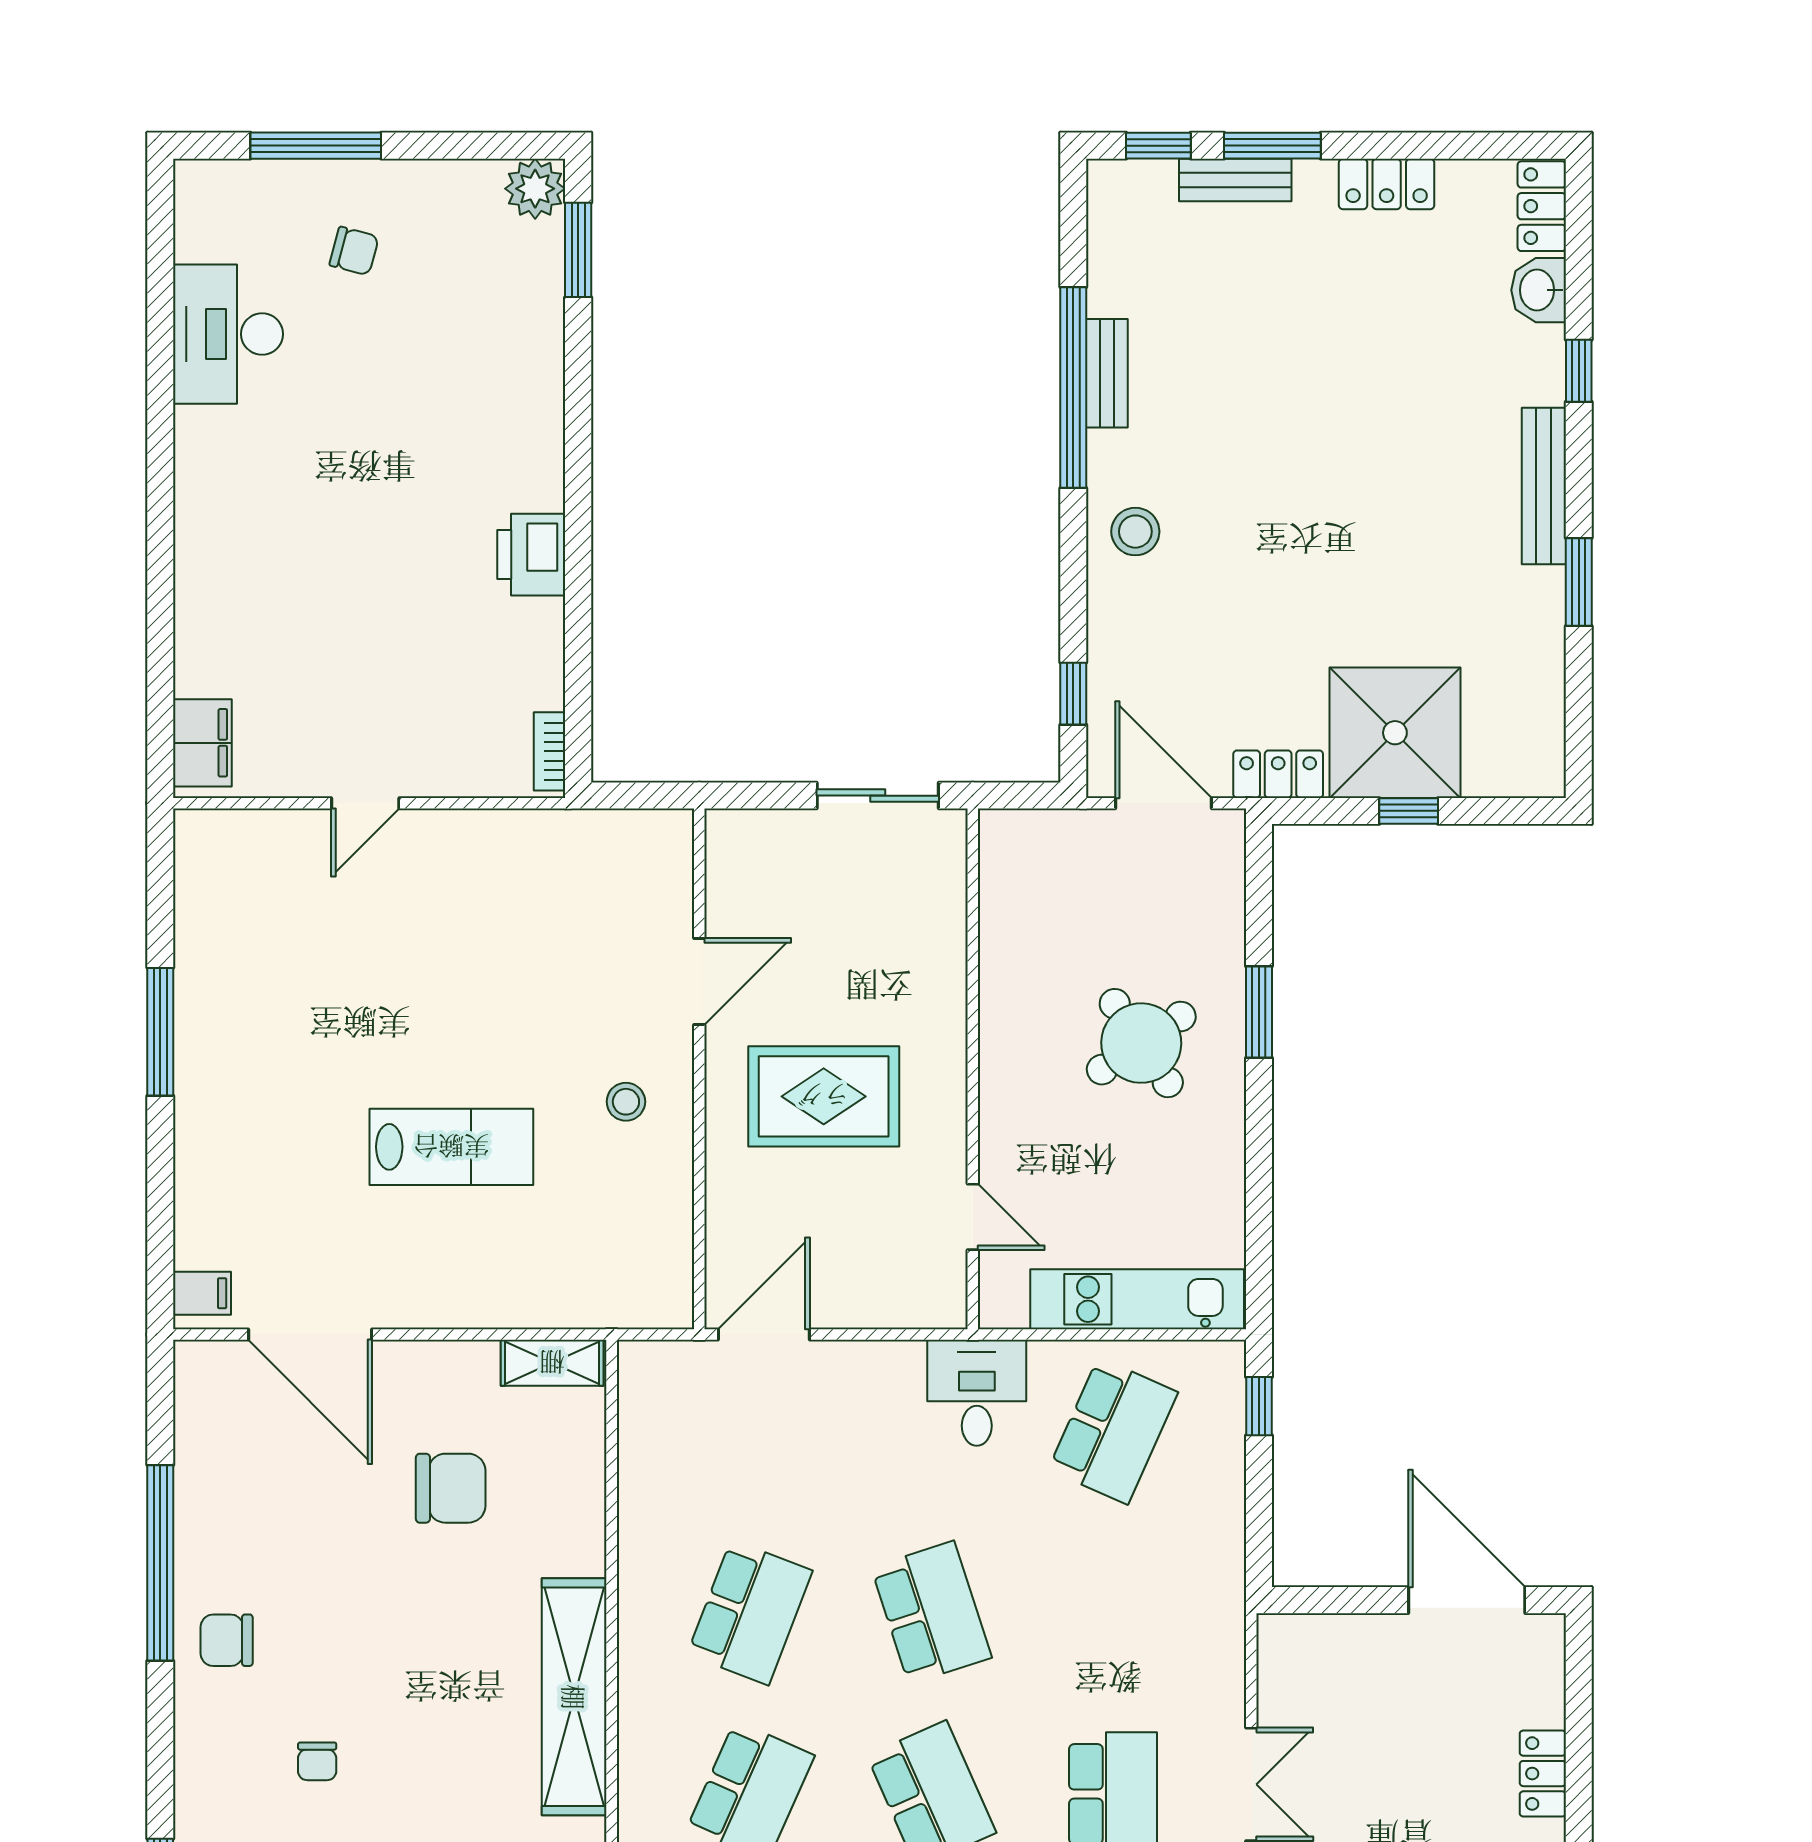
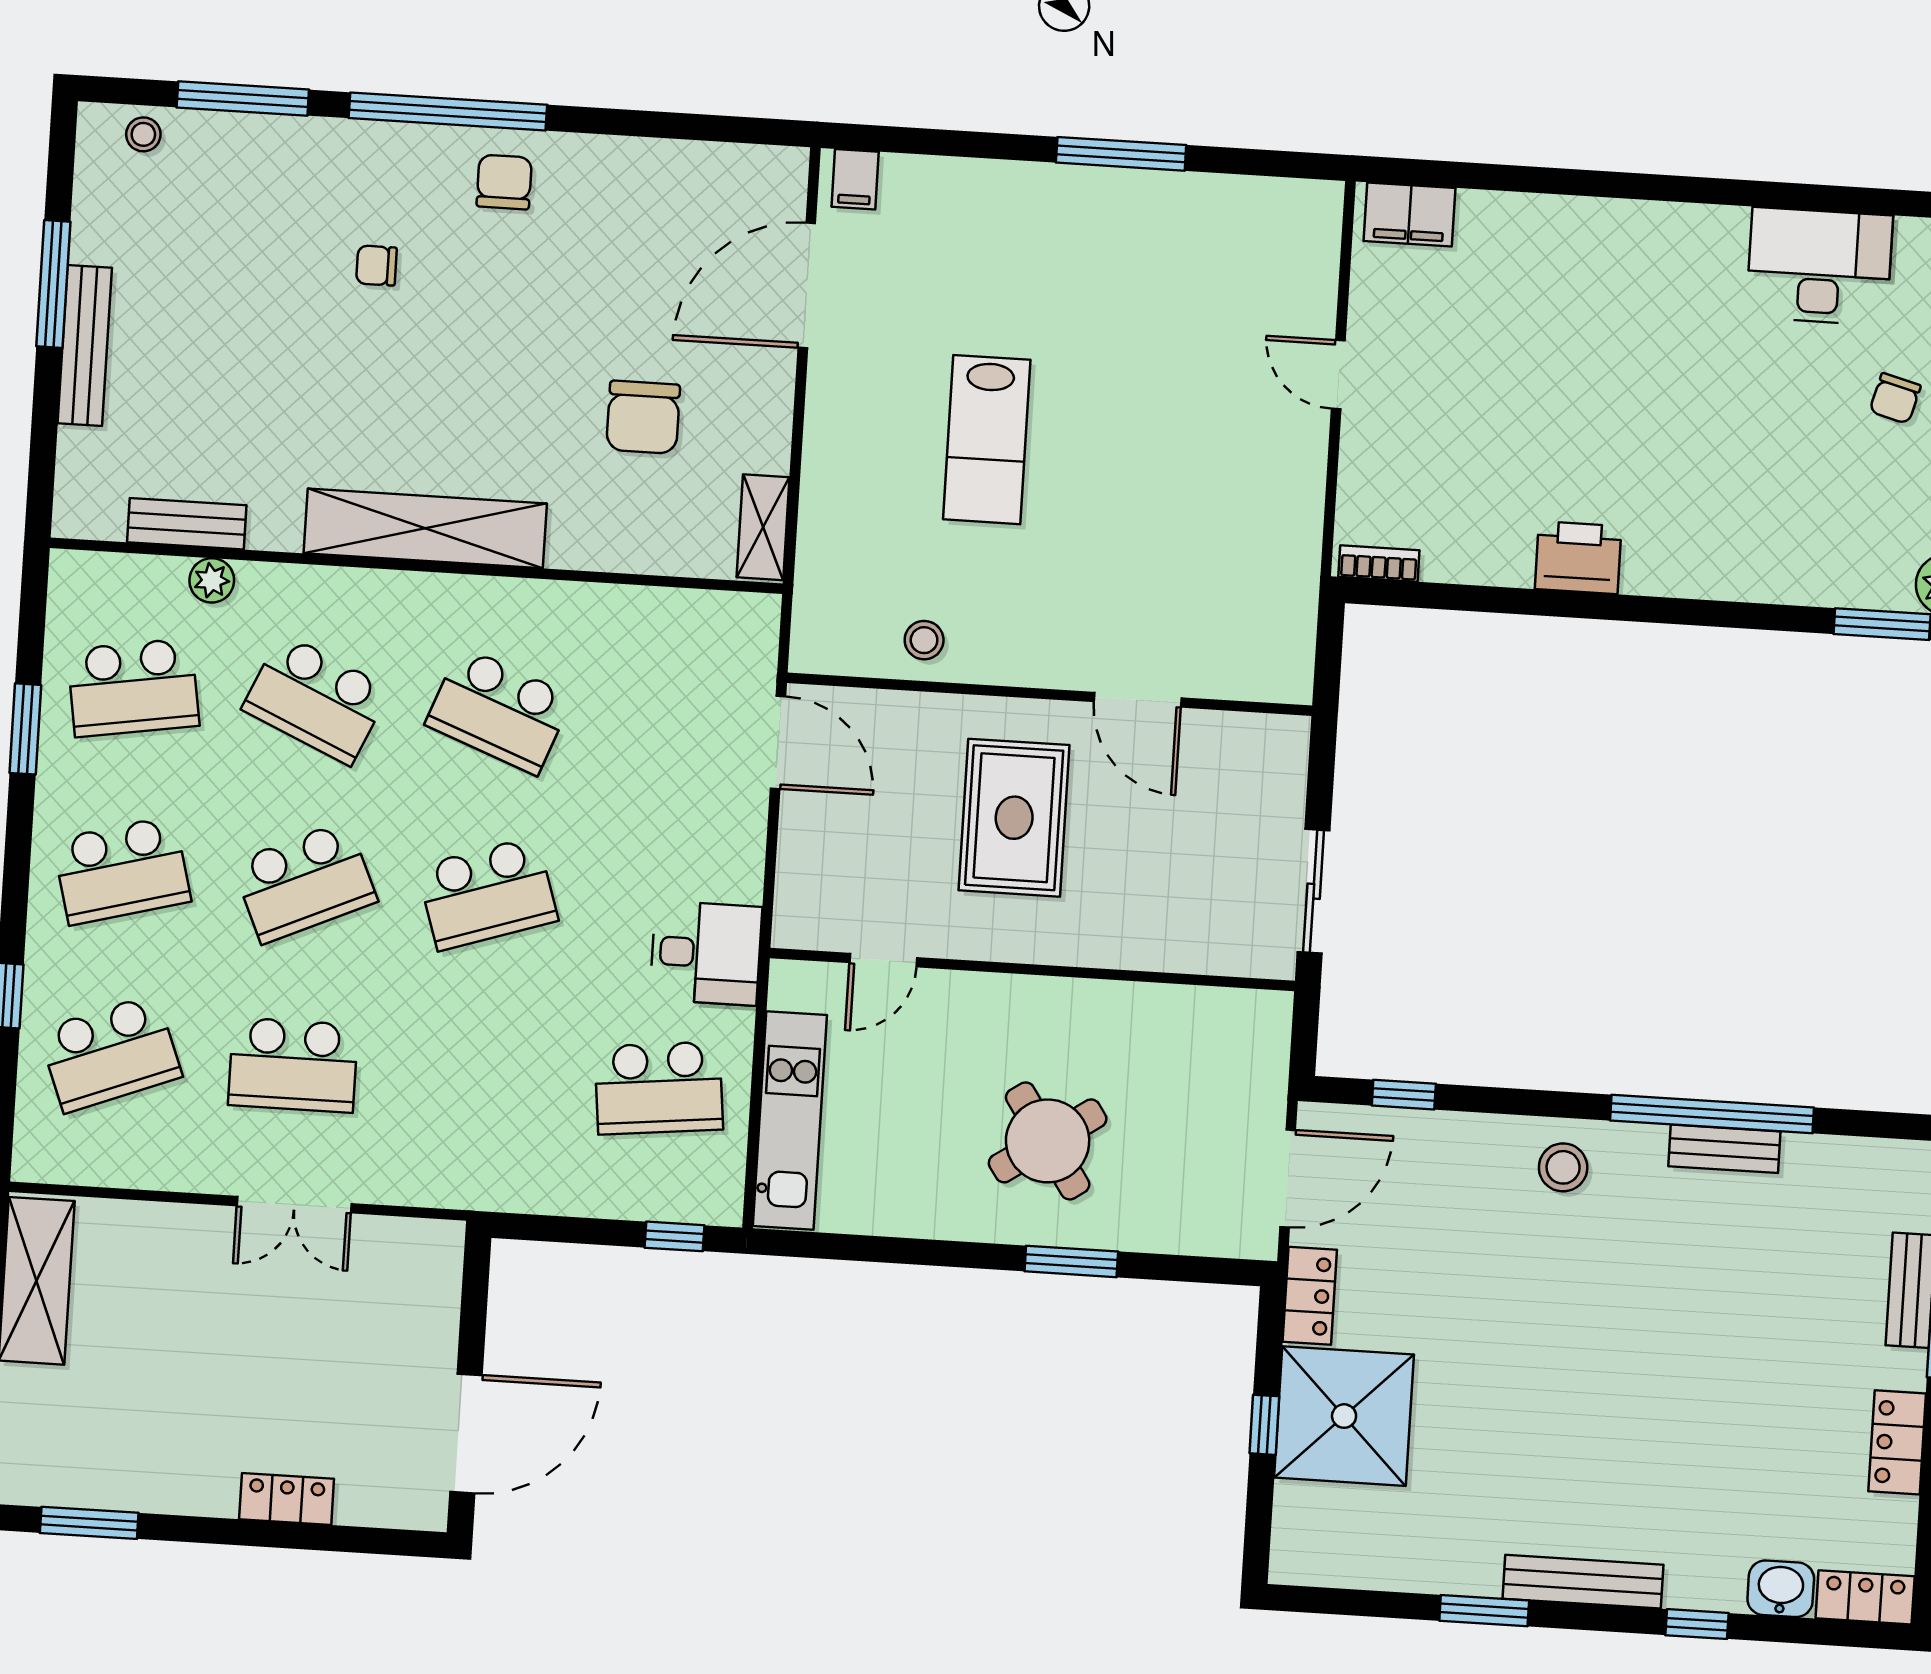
stool: (626, 1102) -> (924, 640), moved
school desk: (1113, 1431) -> (659, 1088), turned -30
window: (160, 1563) -> (448, 111), moved

